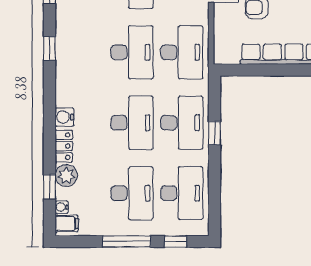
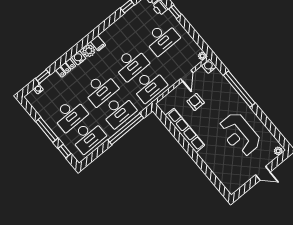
window: (50, 48) -> (103, 27), removed
window: (215, 133) -> (126, 129), width x3.17
plant: (66, 176) -> (89, 51), moved
filing cabinet: (67, 224) -> (98, 43), moved

